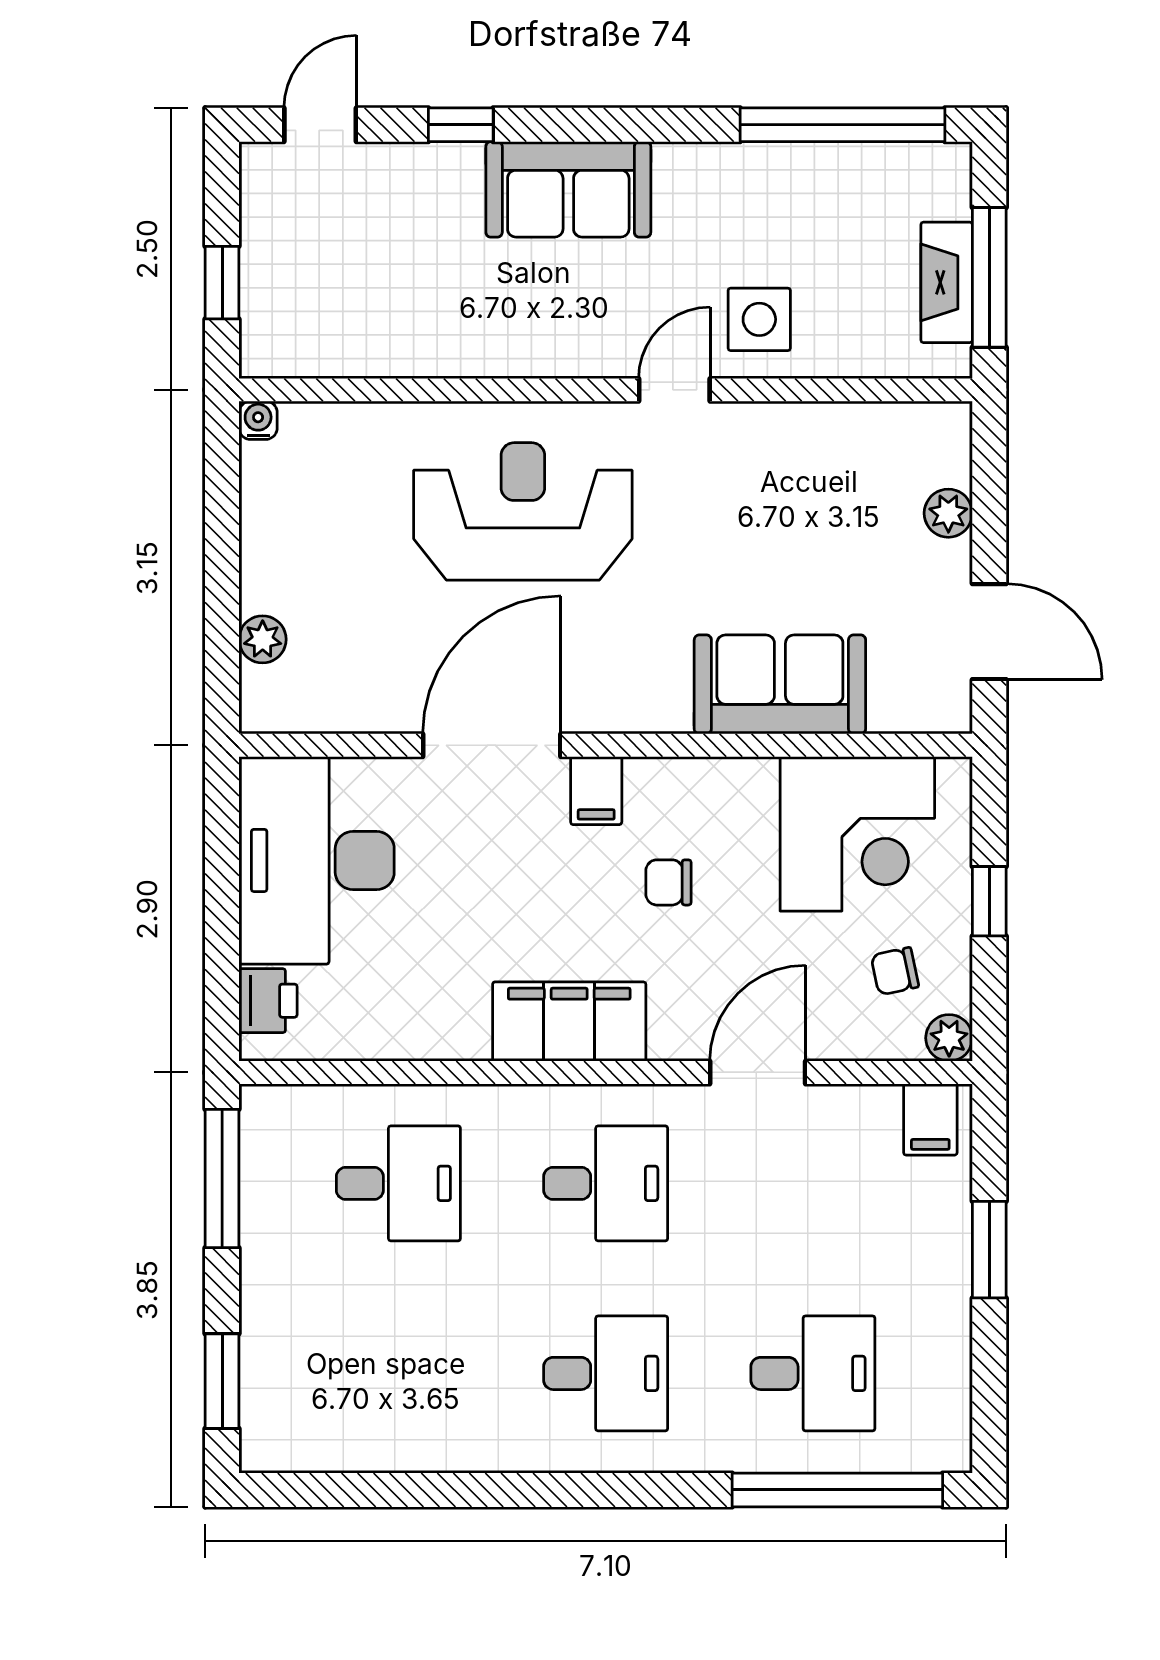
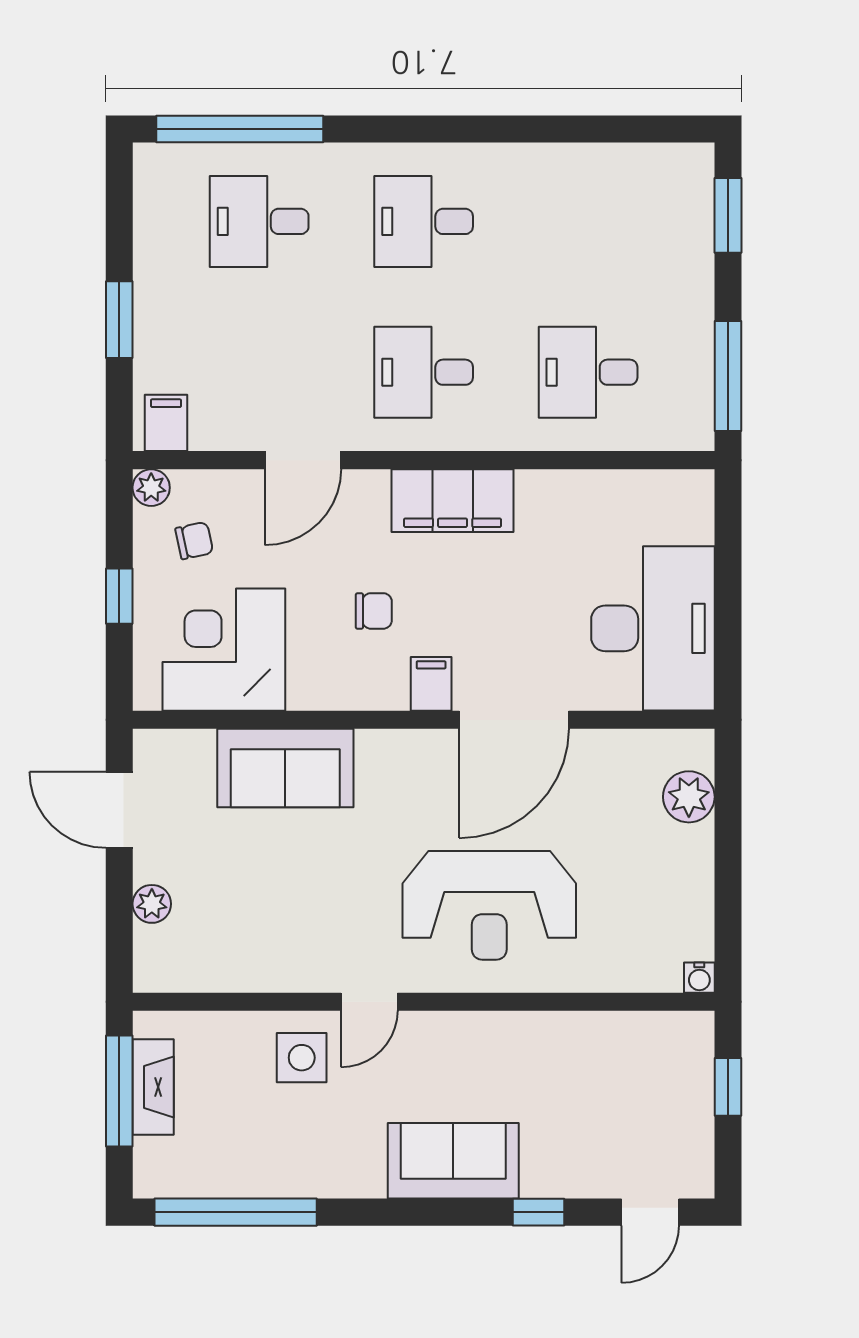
plant: (263, 639) -> (689, 797), width x1.38, depth x1.38
printer: (268, 1001) -> (691, 517), removed

